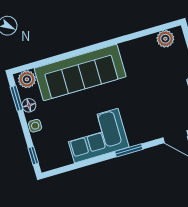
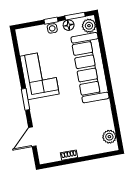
window: (33, 156) -> (51, 21), moved

